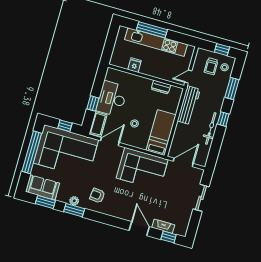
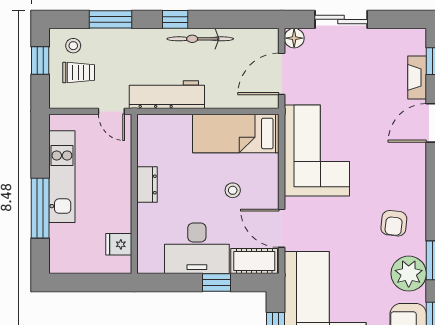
kitchen unit: (156, 42) -> (62, 177), width x0.73
fridge: (135, 65) -> (119, 244), moved
dresser: (161, 87) -> (147, 184), moved
door: (183, 162) -> (282, 74), hinge flipped
floor lamp: (198, 173) -> (294, 38), added
plant: (74, 201) -> (409, 274), width x1.87, depth x1.87

